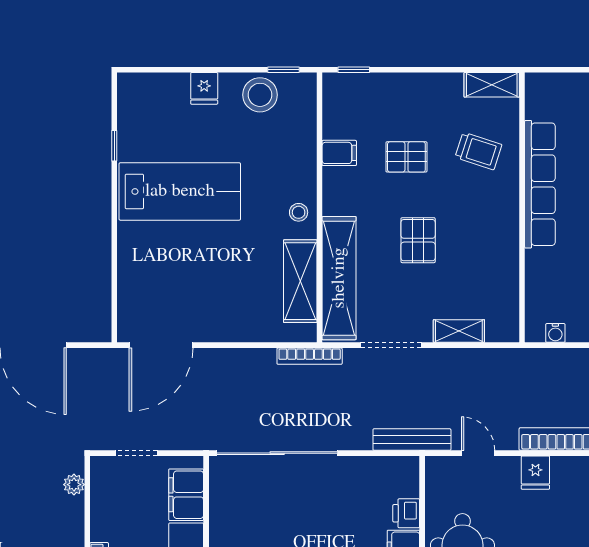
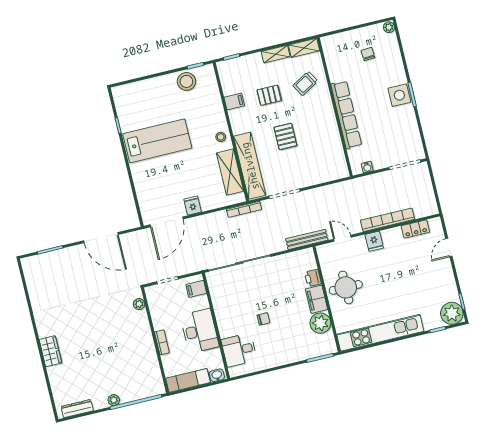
fridge: (204, 88) -> (193, 206), moved, turned 180
trolley: (478, 151) -> (305, 83), turned 132
row of seats: (540, 184) -> (346, 115), moved
shelving: (459, 331) -> (276, 54), moved
filing cabinet: (186, 495) -> (196, 289), width x0.50

